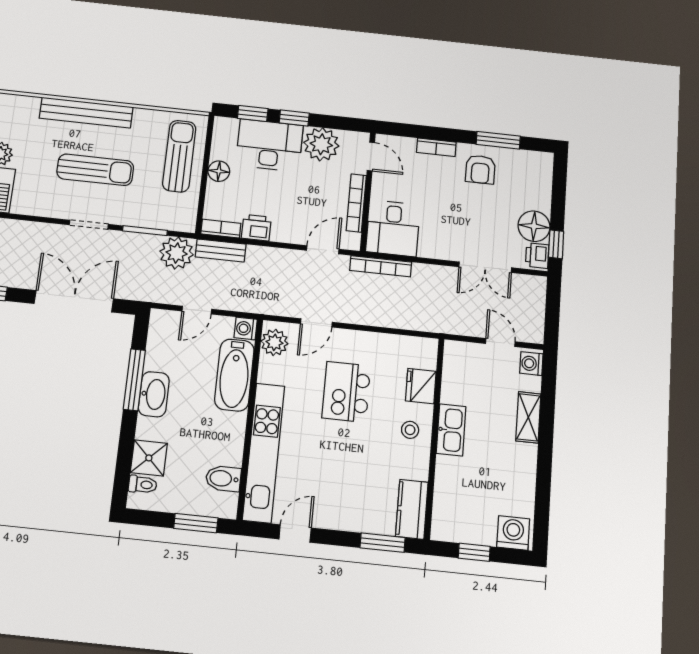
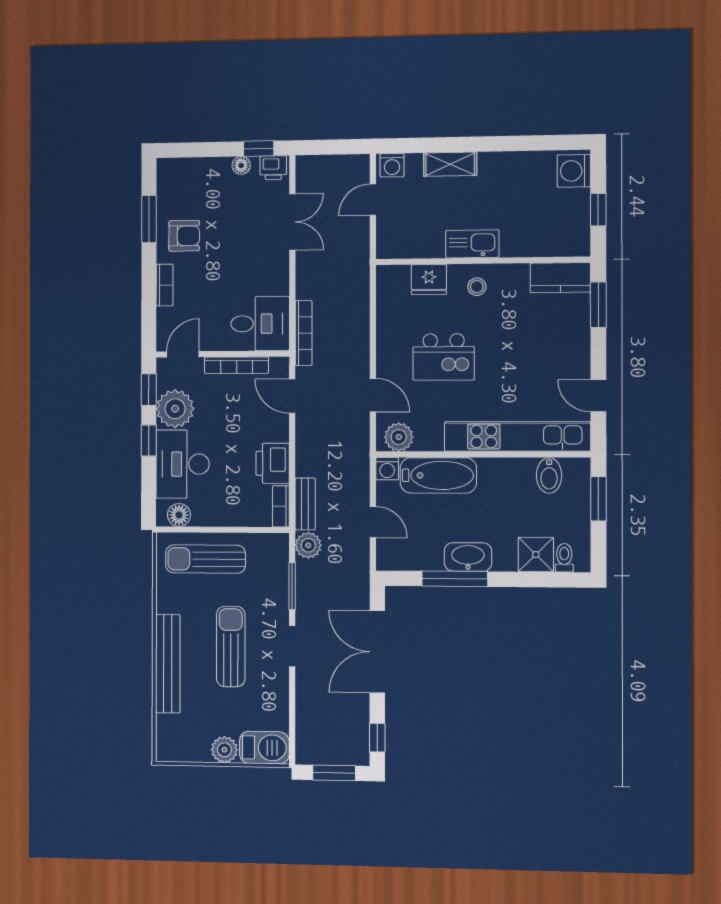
window: (253, 113) -> (149, 390), moved
floor lamp: (219, 171) -> (179, 515), moved
floor lamp: (534, 226) -> (241, 165), width x0.53, depth x0.53
printer: (256, 228) -> (273, 463), width x1.36, depth x1.24
plant: (177, 253) -> (308, 545), width x0.73, depth x0.73

